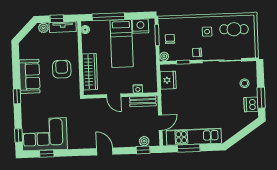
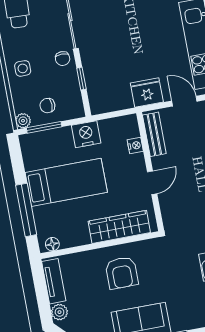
window: (57, 19) -> (42, 293), removed
nightstand: (140, 26) -> (86, 134), moved, turned 90
side table: (207, 32) -> (23, 68), moved
plant: (164, 56) -> (23, 121), moved
armchair: (62, 69) -> (122, 273), turned -90
fridge: (168, 80) -> (147, 93), moved

